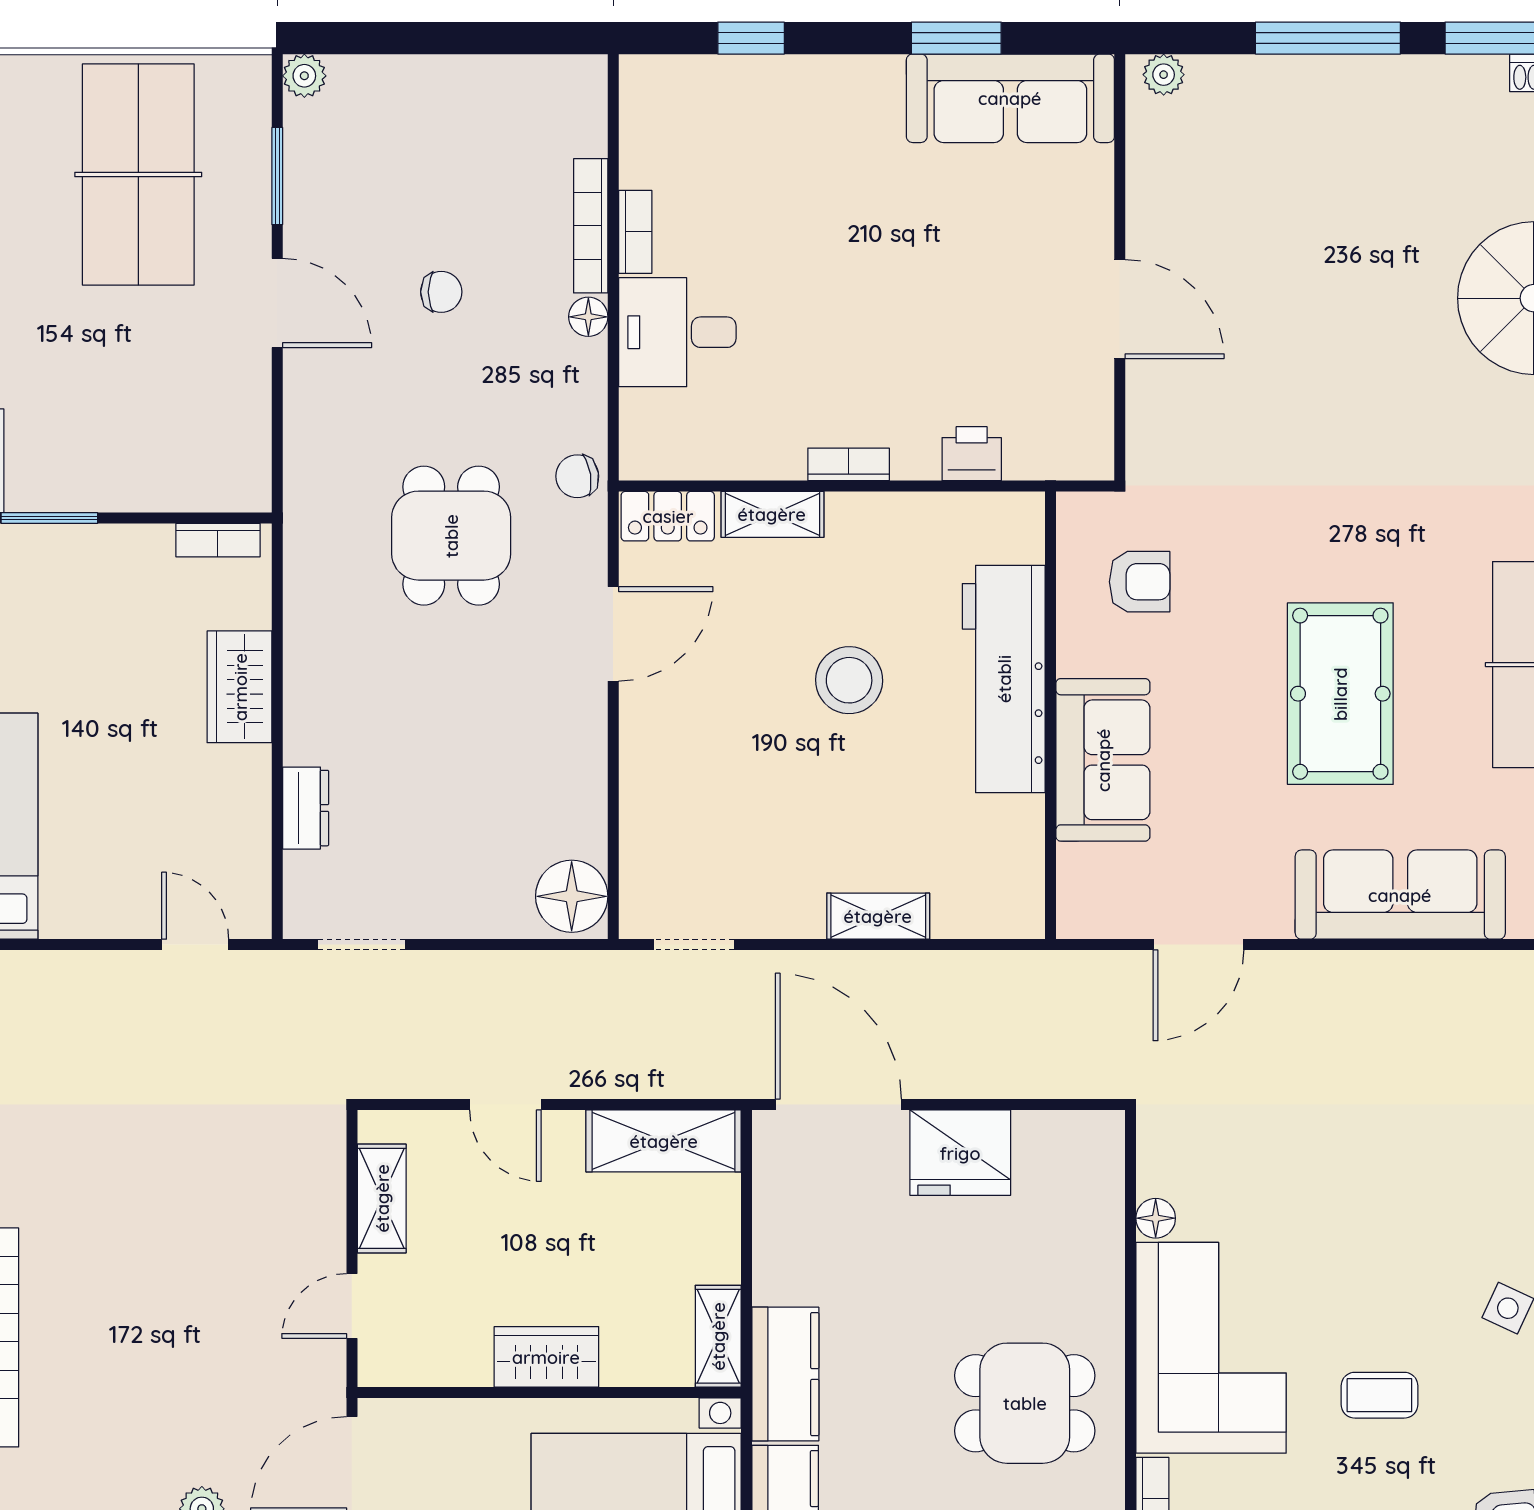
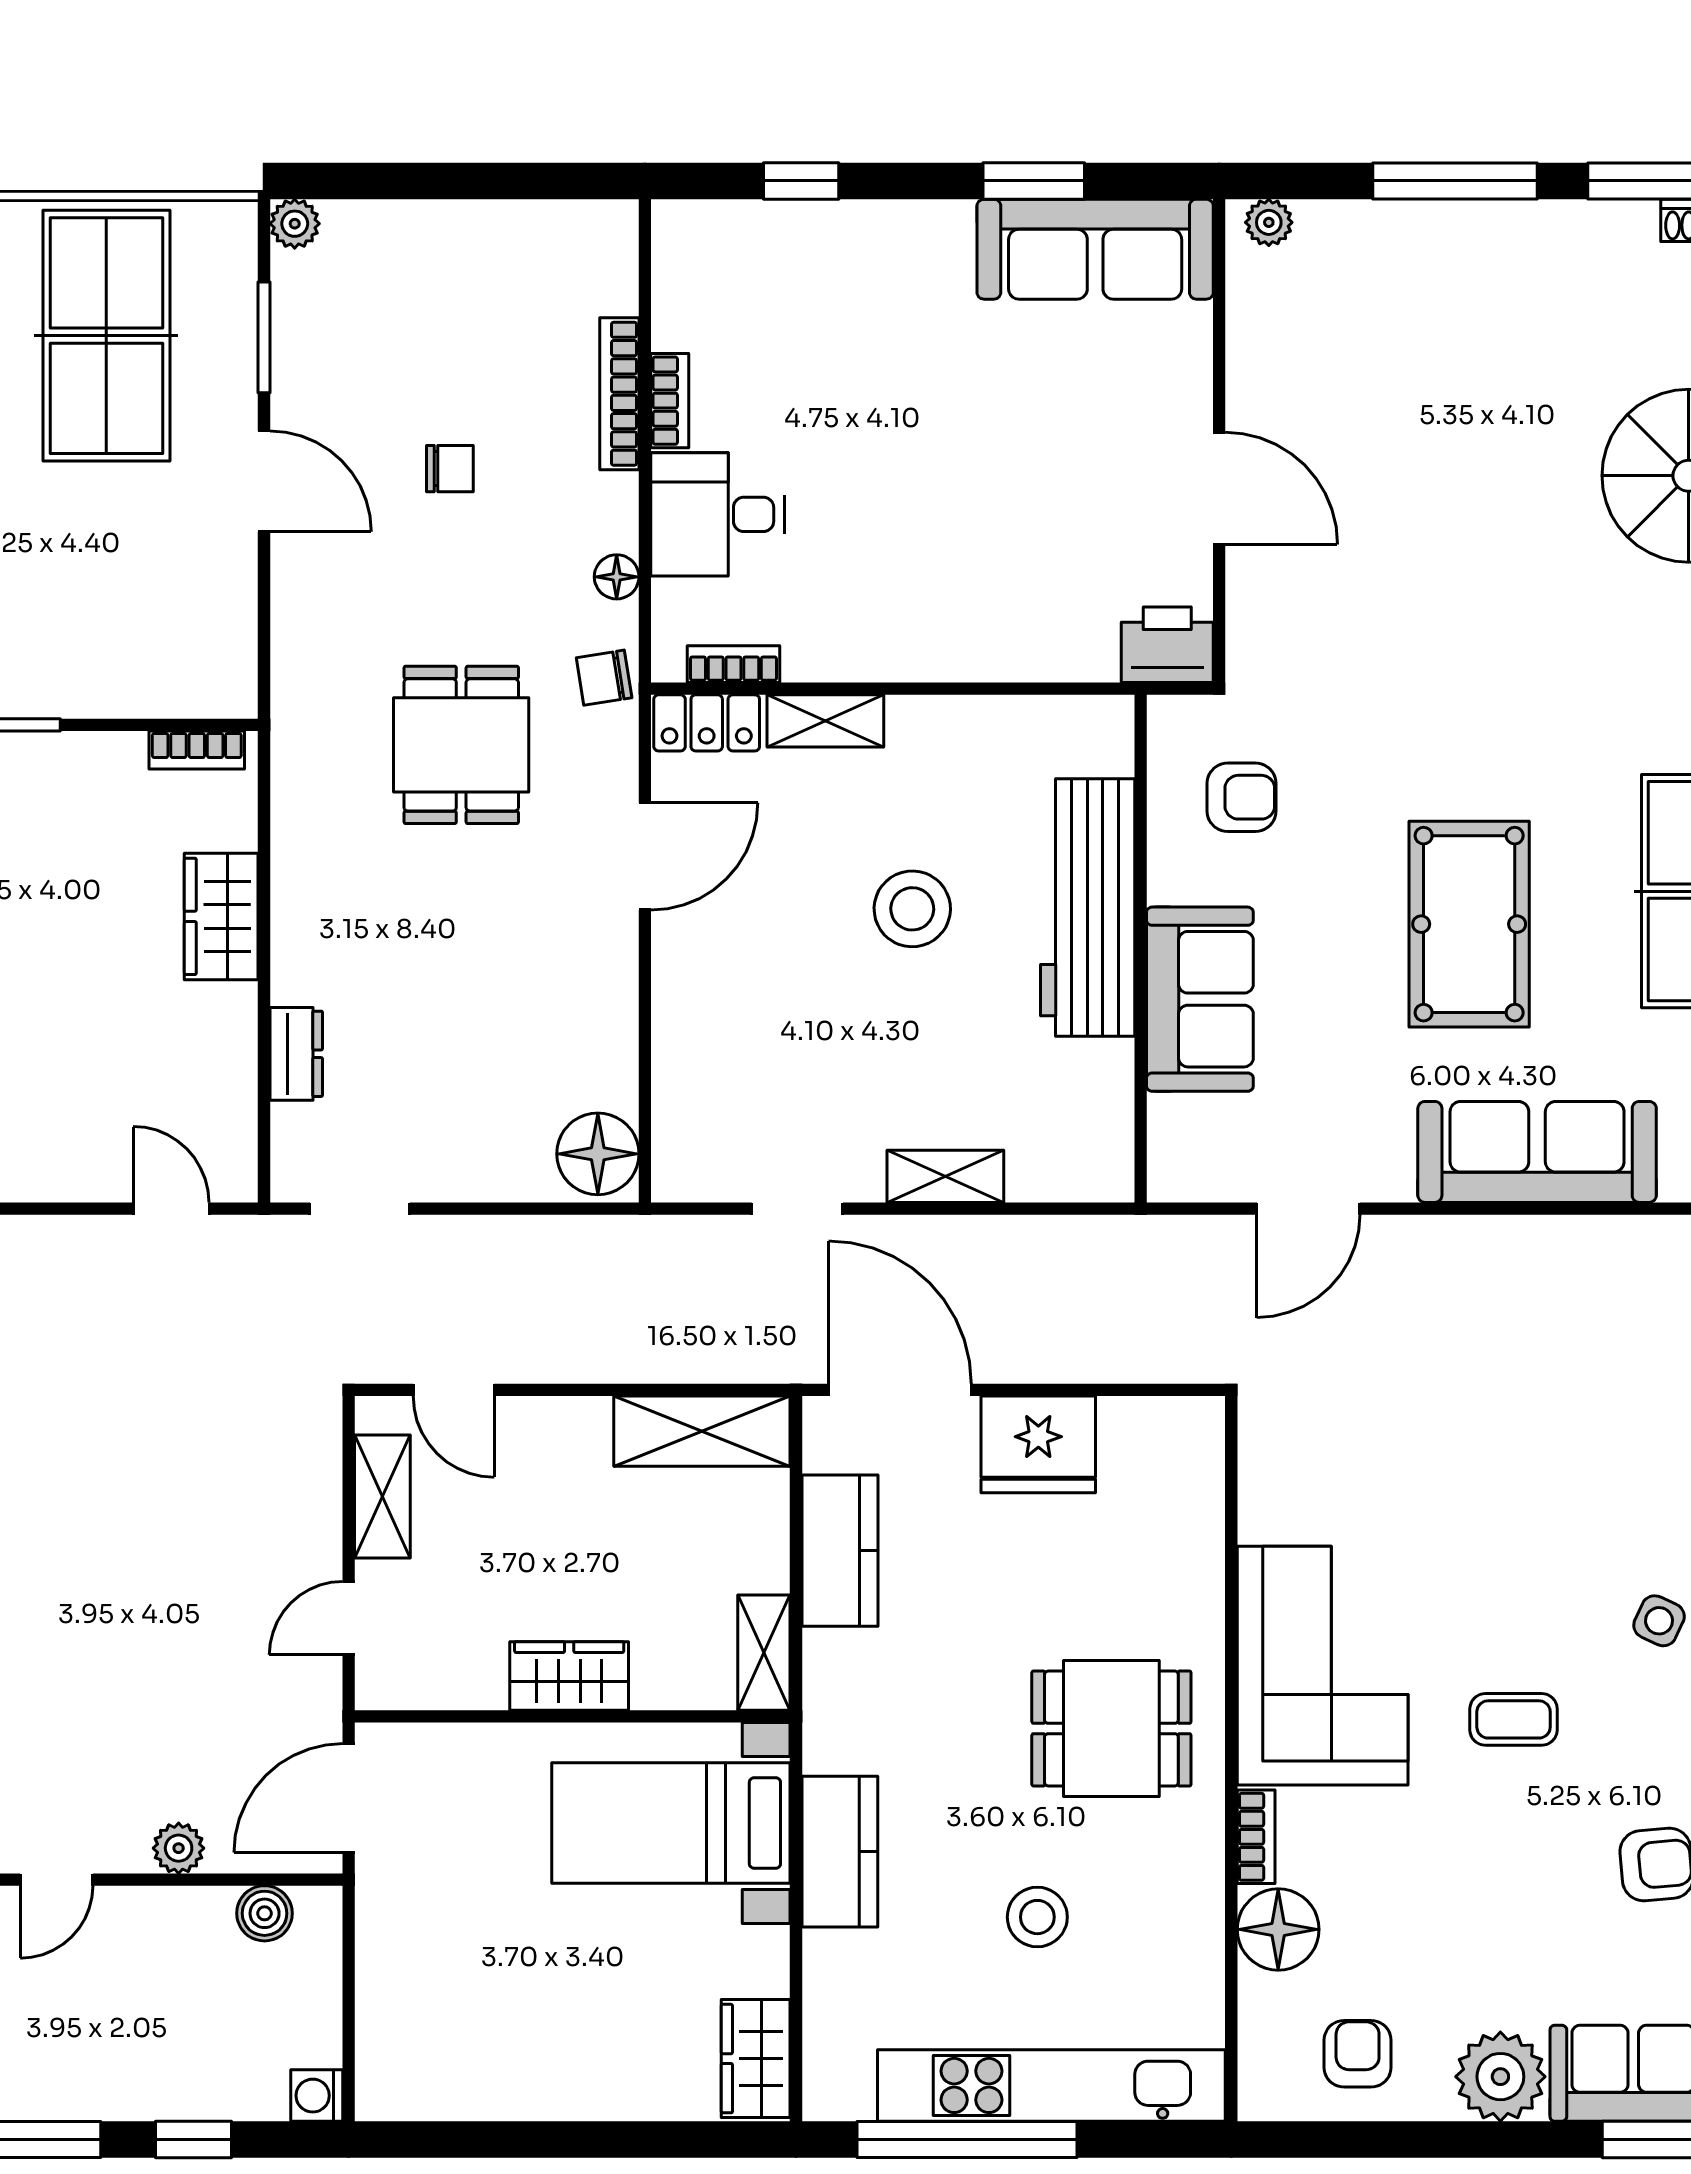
floor lamp: (588, 317) -> (617, 577), moved
printer: (972, 454) -> (1167, 645), moved, width x1.36, depth x1.24
bookcase: (849, 464) -> (733, 664), moved
doorway: (694, 945) -> (797, 1209), moved
door: (505, 1105) -> (454, 1390), moved
floor lamp: (1156, 1218) -> (1260, 1519), removed
kitchen counter: (785, 1374) -> (840, 1551), moved

